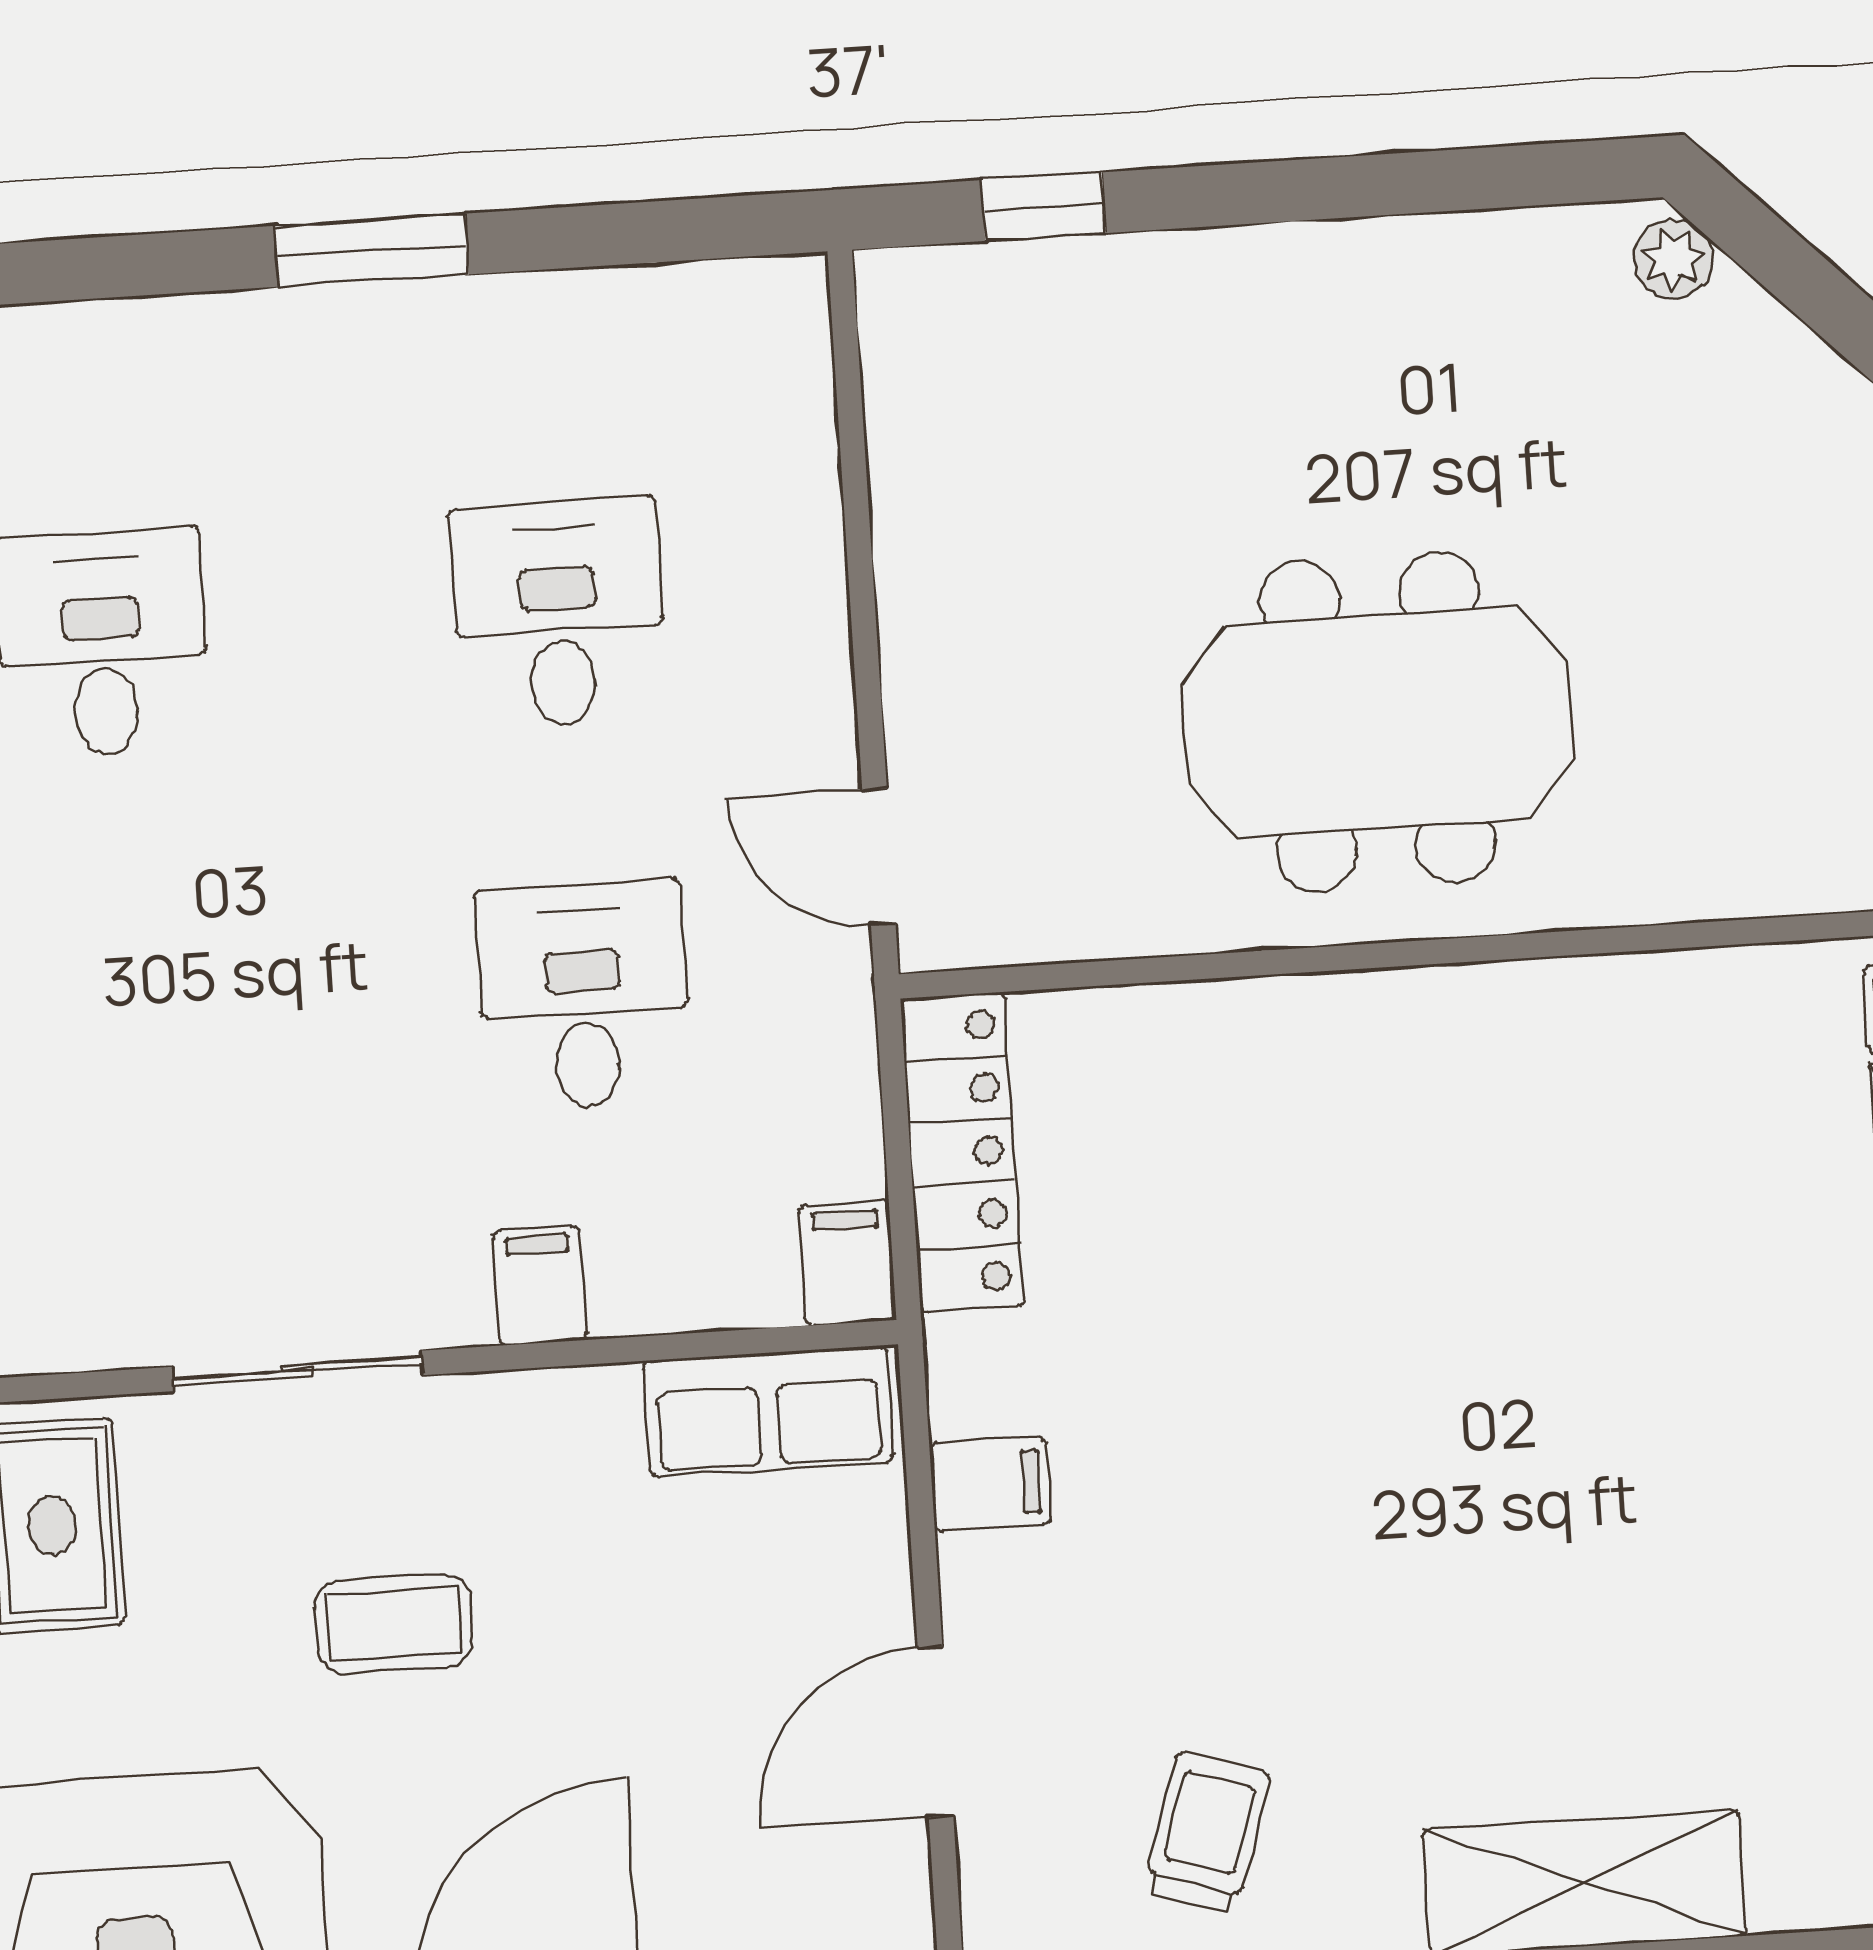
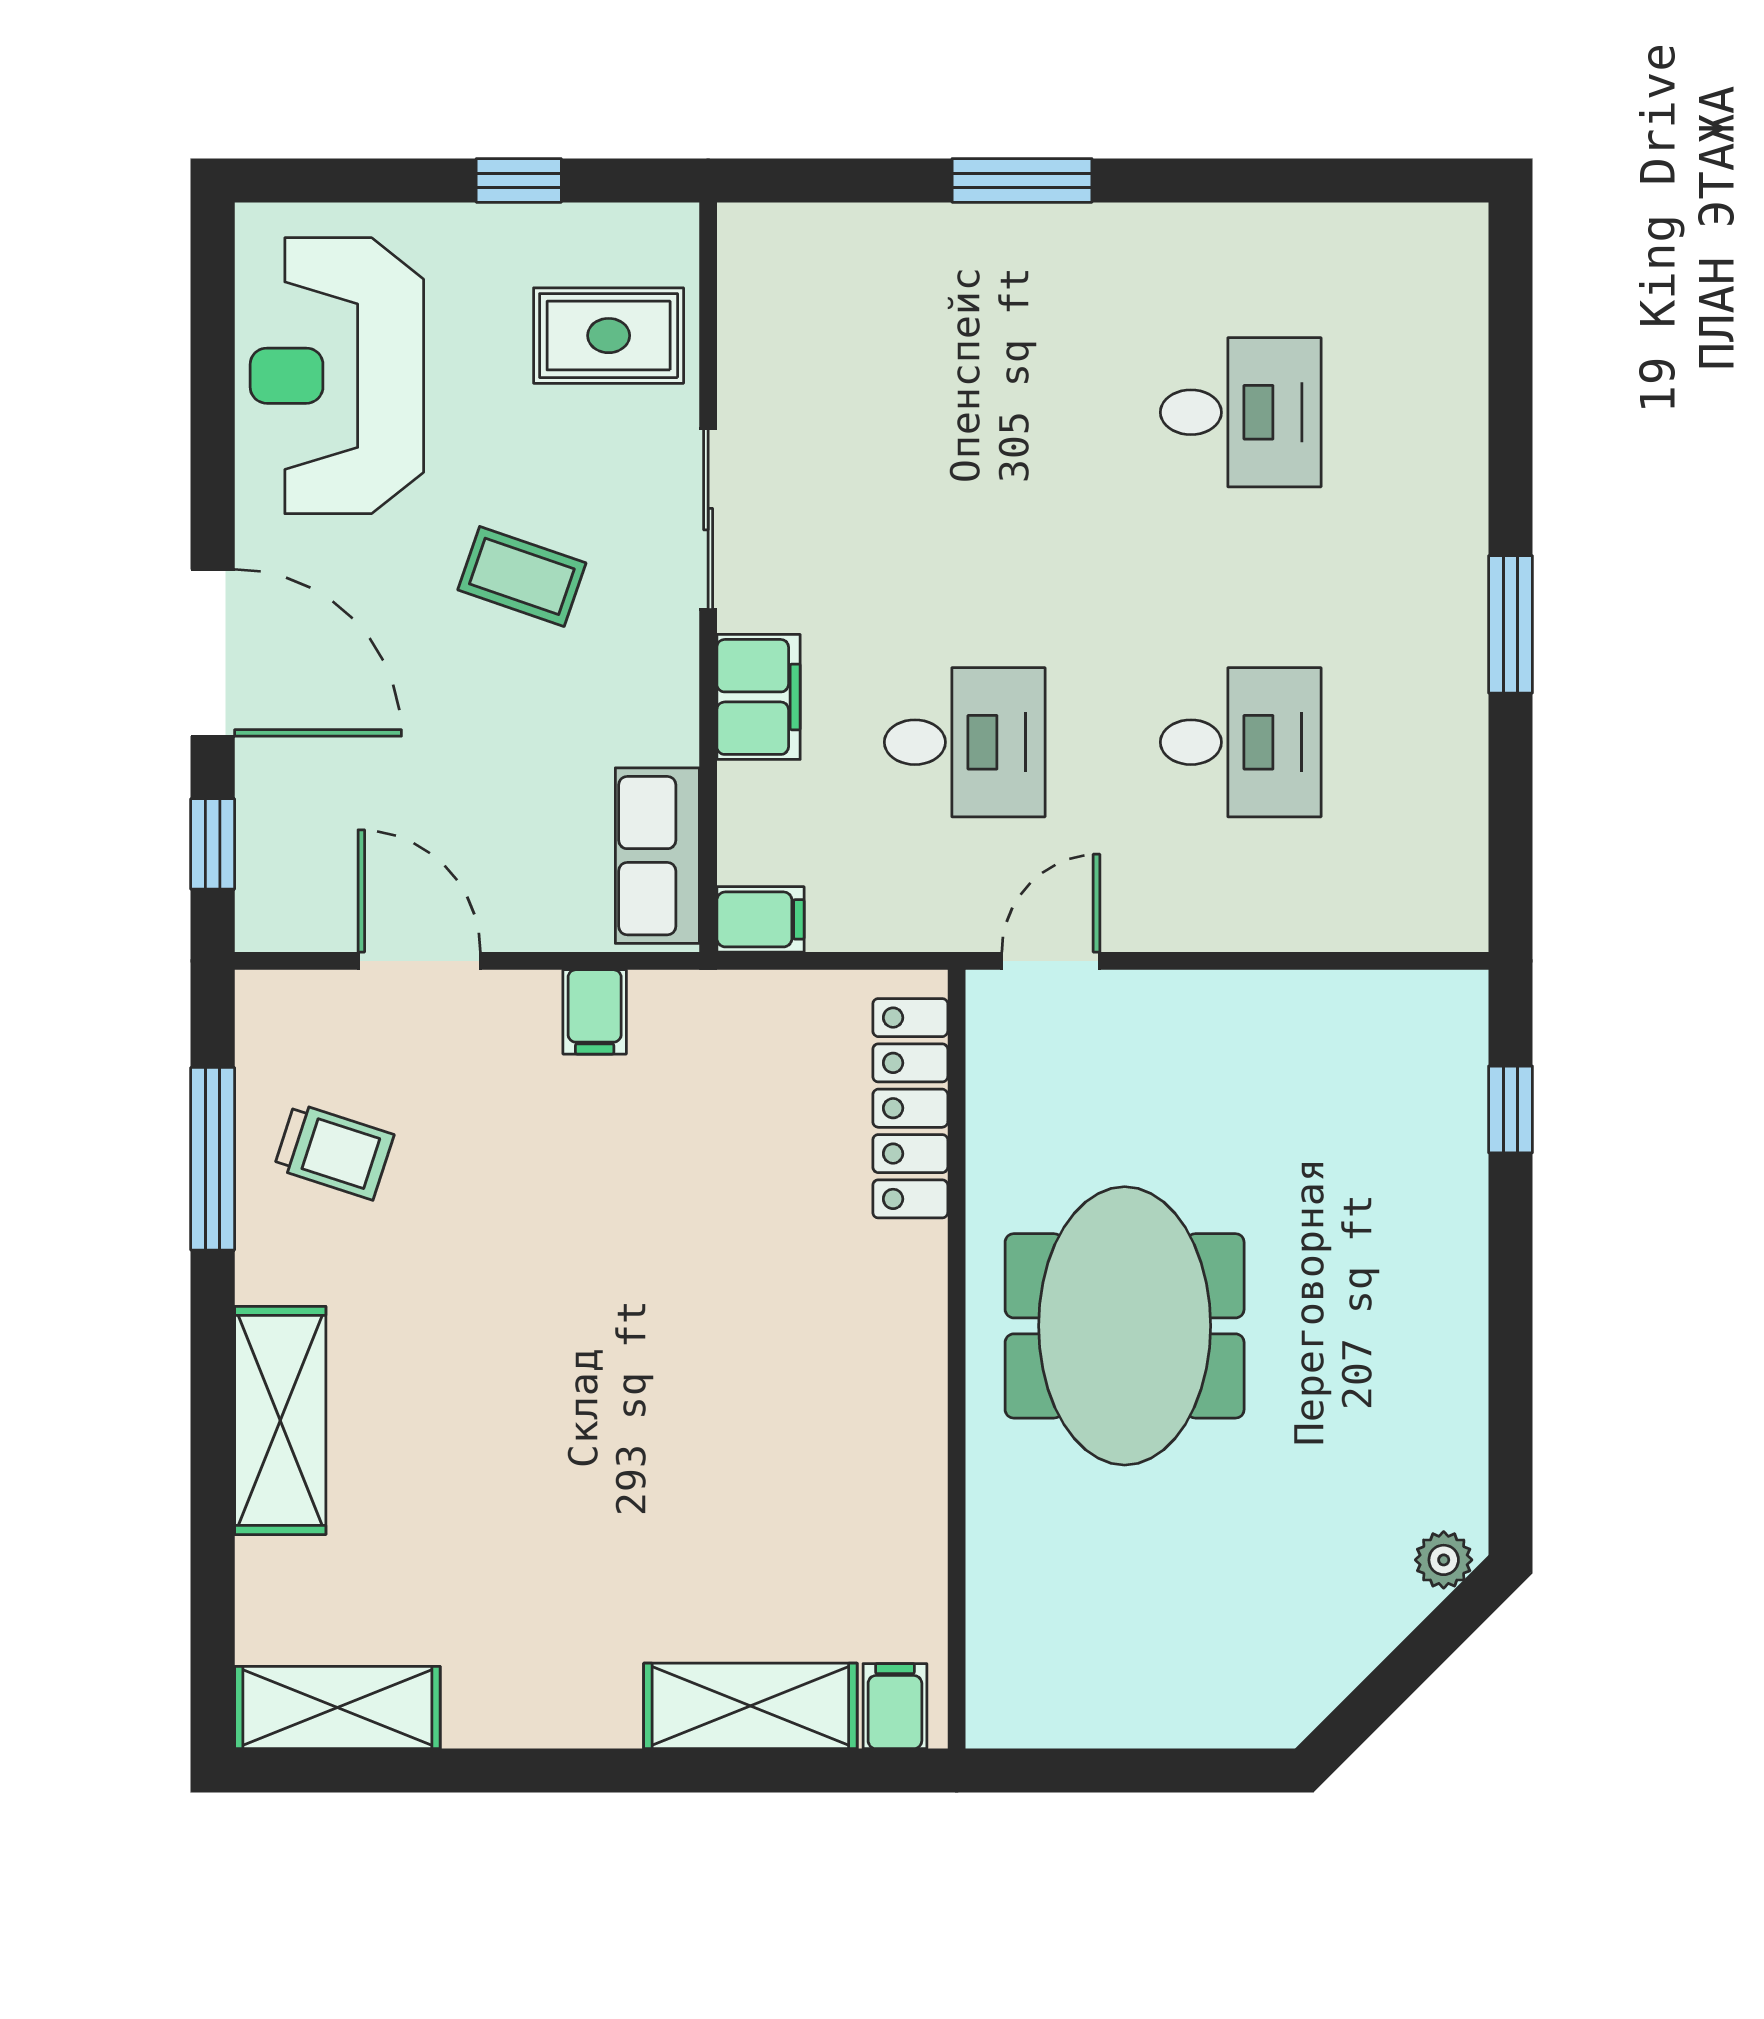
locker: (962, 1152) -> (910, 1108), moved, turned 90
filing cabinet: (539, 1285) -> (759, 697), width x2.00
coffee table: (394, 1624) -> (522, 576), turned -71

